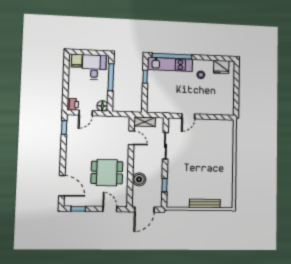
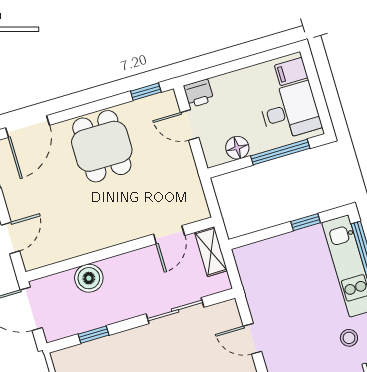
floor lamp: (102, 106) -> (237, 148), moved
dining table: (107, 173) -> (102, 146), moved

